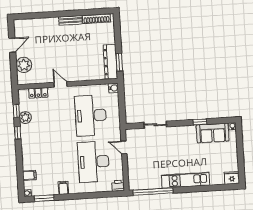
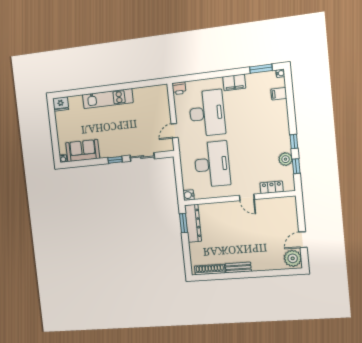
plant: (24, 65) -> (293, 258), moved
window: (200, 122) -> (115, 160), moved
door: (124, 147) -> (175, 131), swing flipped
filing cabinet: (63, 188) -> (234, 82), width x2.00
window: (153, 192) -> (141, 84), removed

